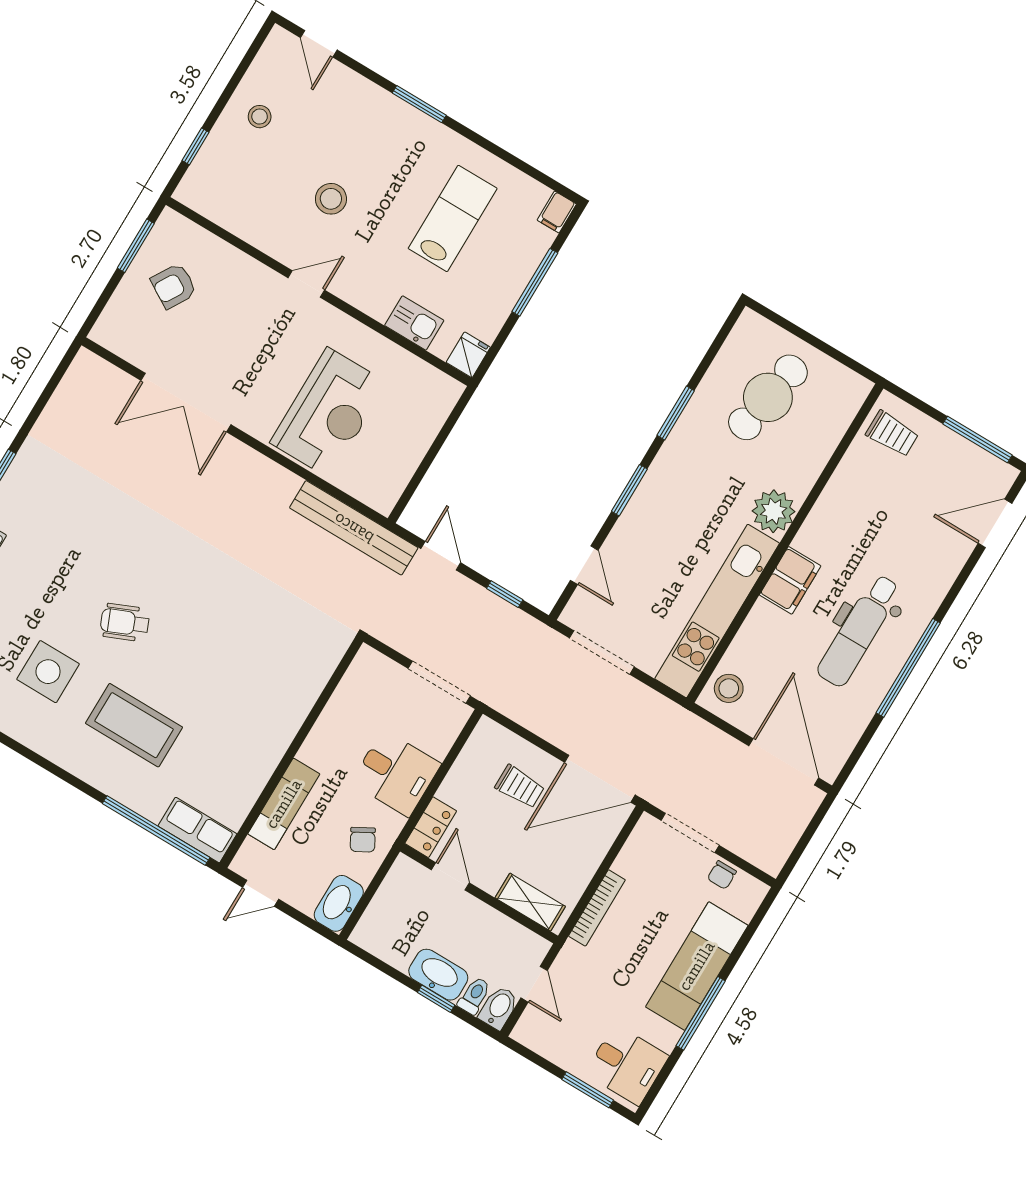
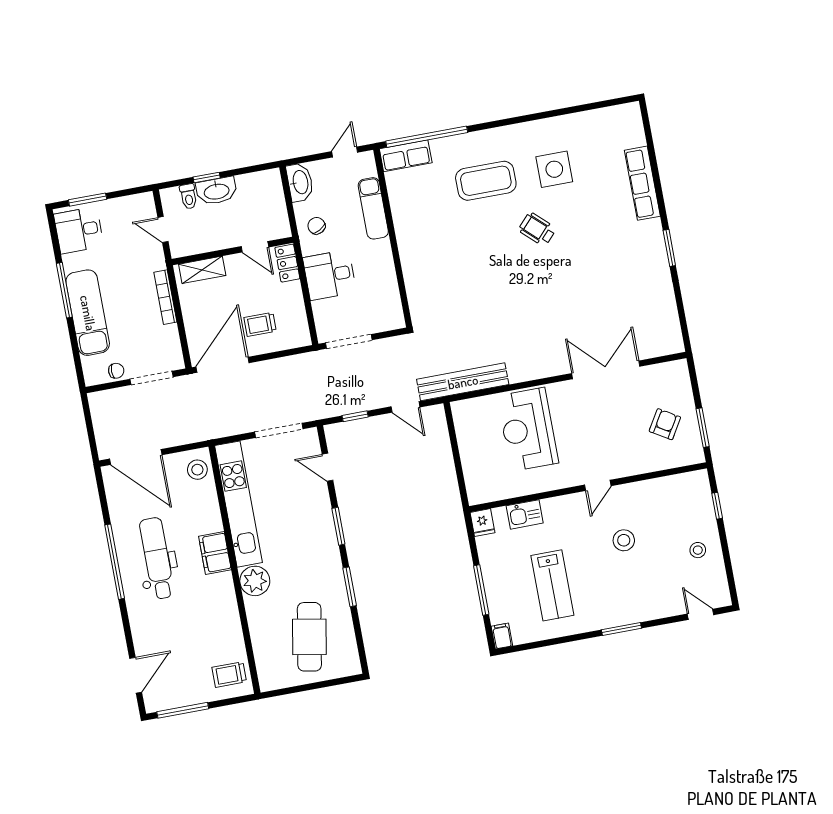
wheelchair: (125, 622) -> (537, 229), turned -114
chair: (722, 875) -> (116, 371), turned 90
bidet: (499, 1008) -> (170, 201), removed

